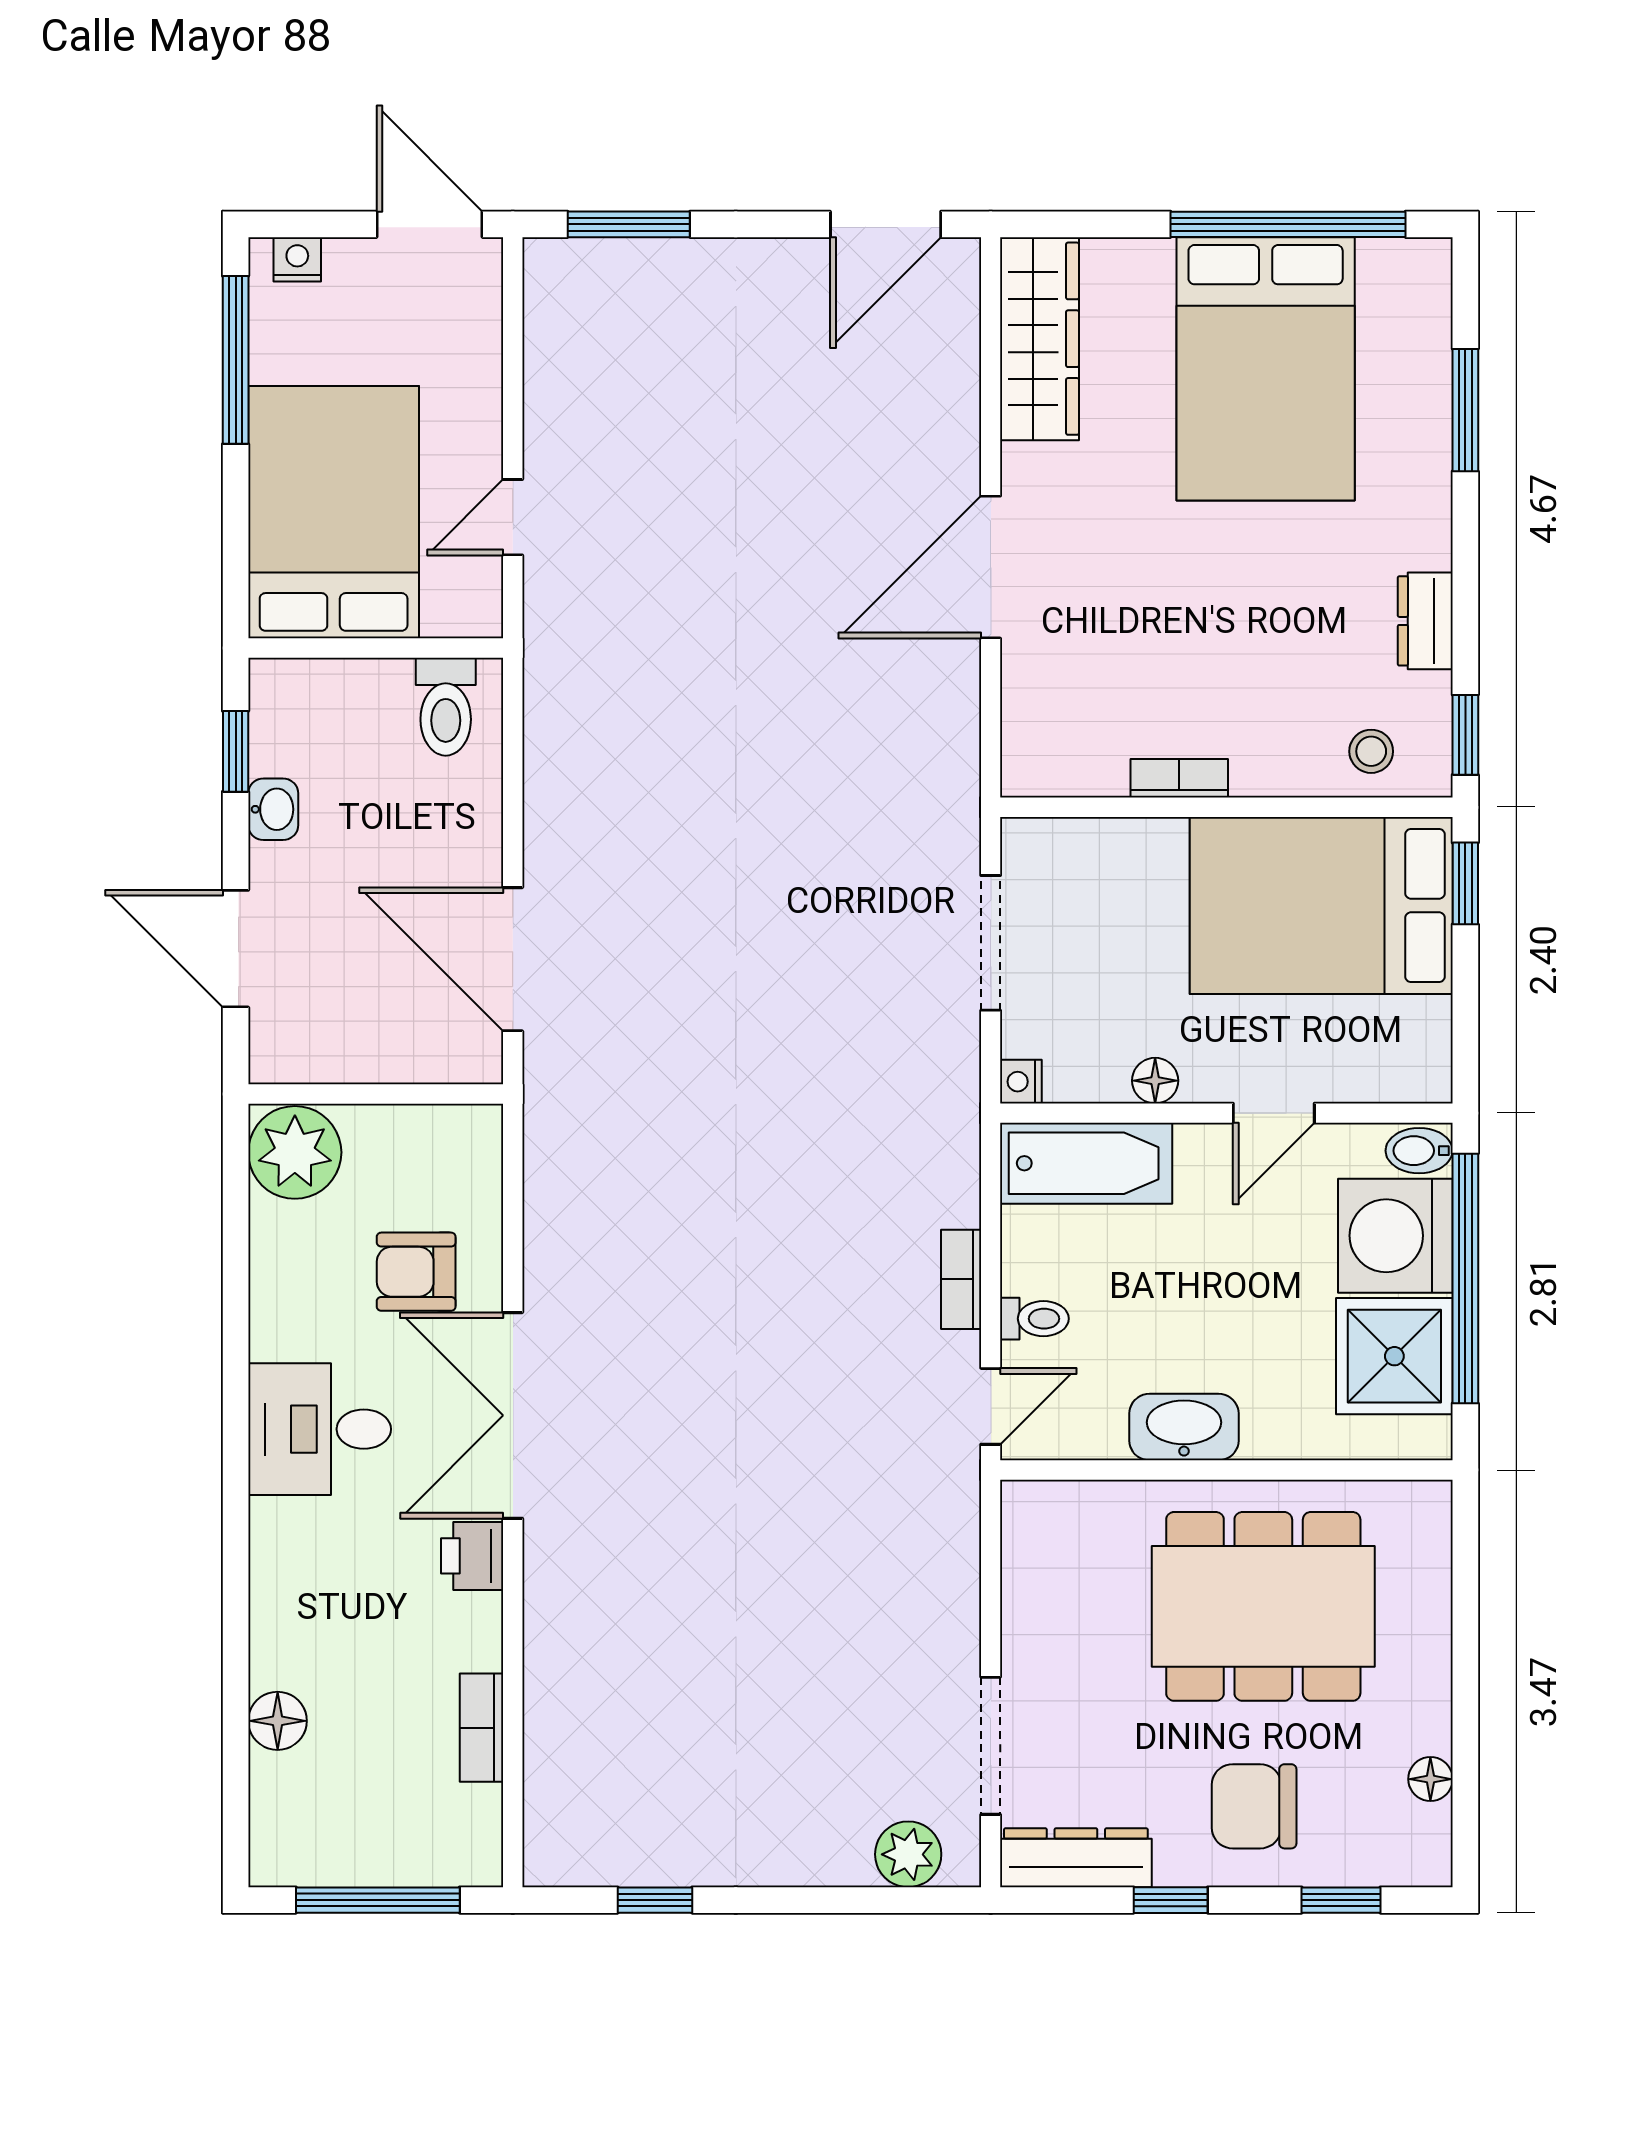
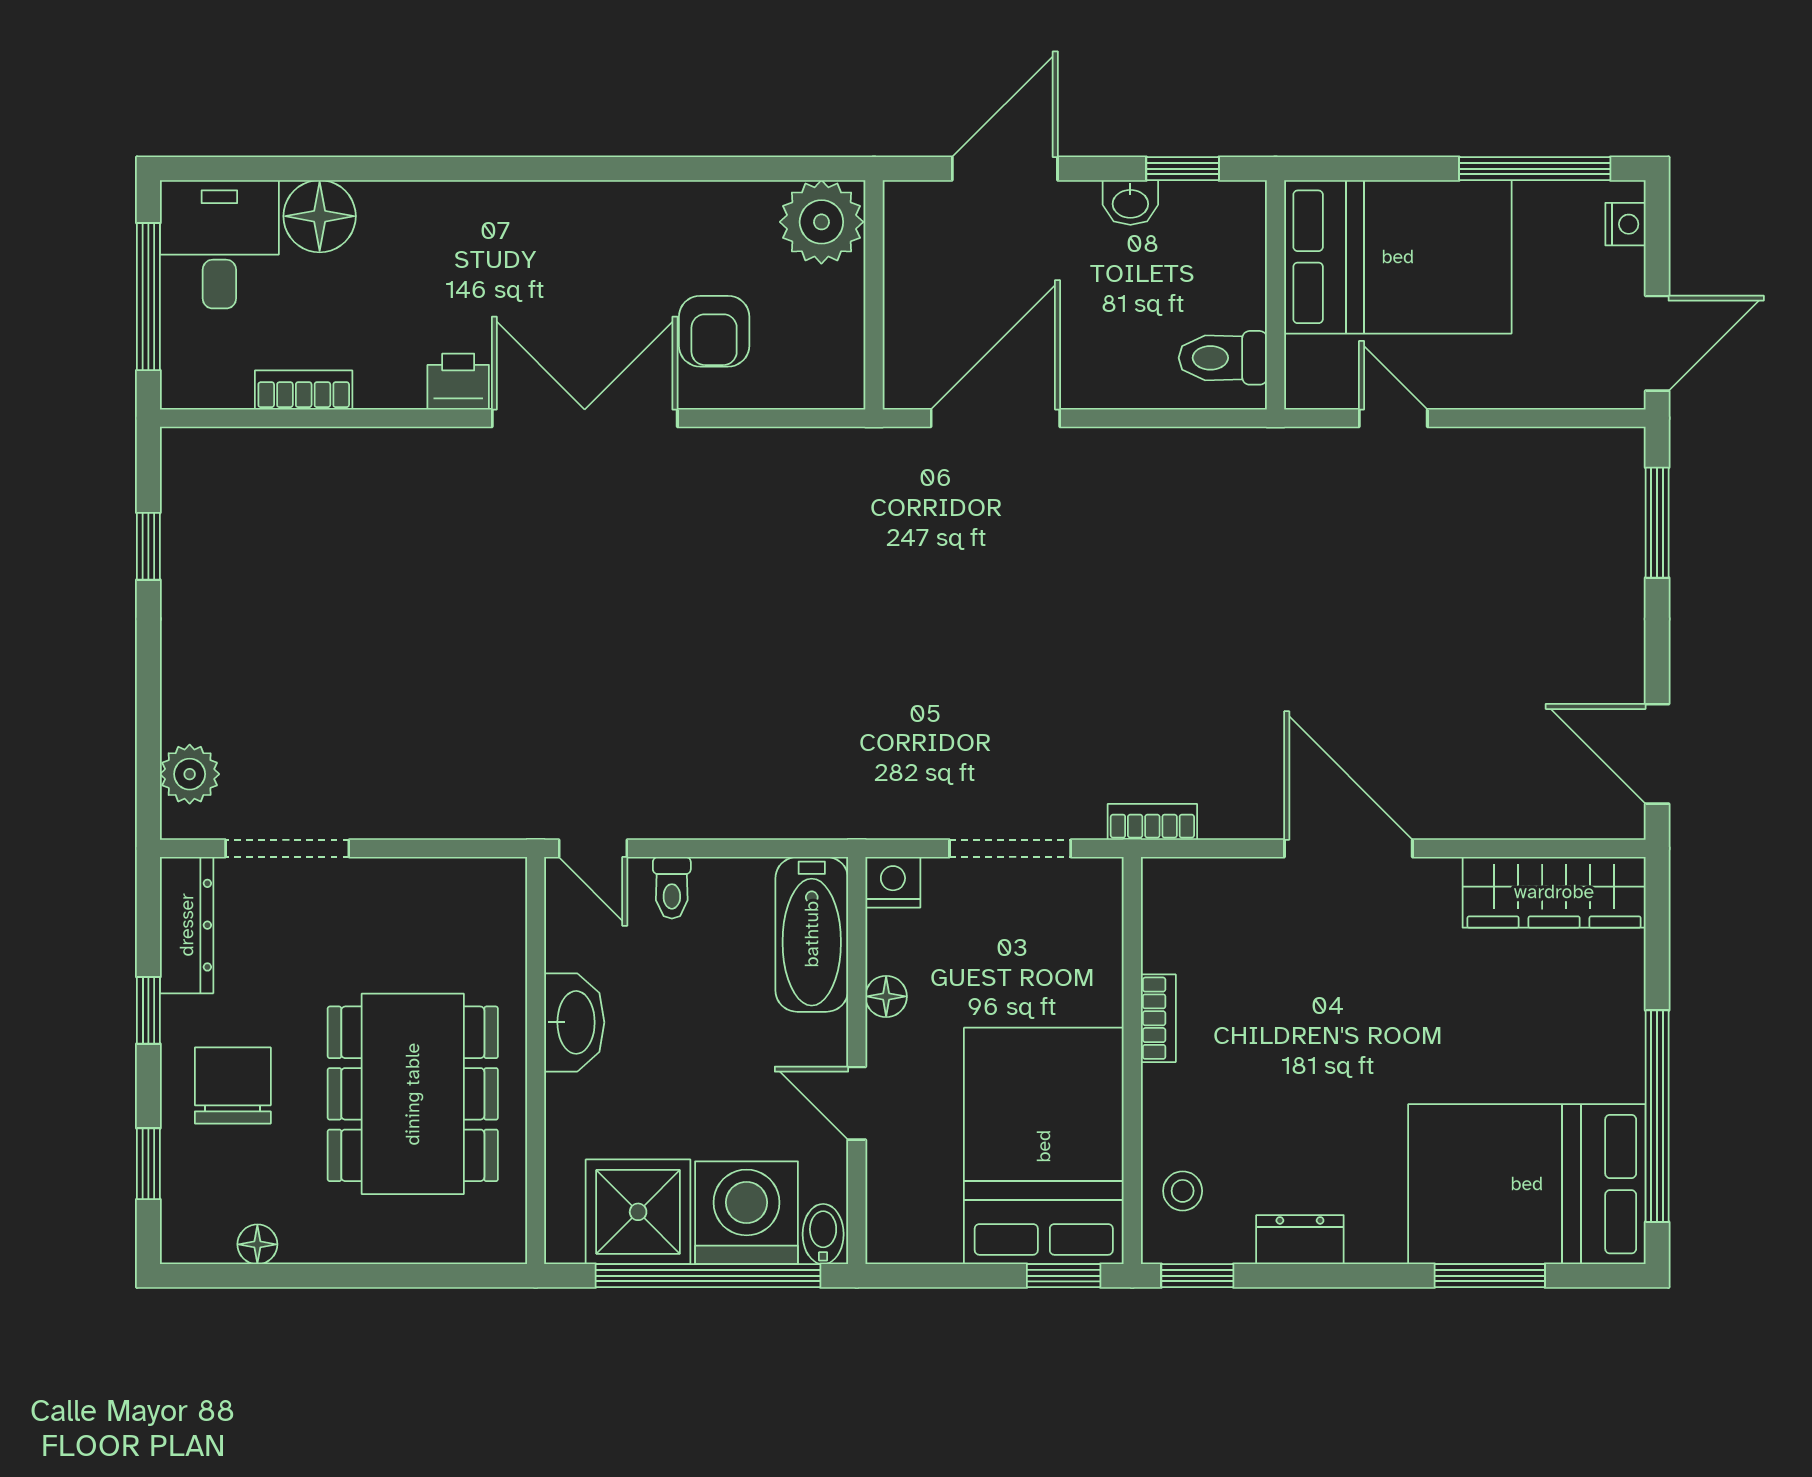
bed: (1266, 369) -> (1527, 1184), moved
nightstand: (1021, 1082) -> (893, 882), width x1.39, depth x1.35
armchair: (416, 1272) -> (714, 331), turned 180
bookcase: (961, 1279) -> (1152, 822), moved
desk: (320, 1429) -> (219, 244), moved
floor lamp: (278, 1721) -> (320, 216), width x1.38, depth x1.38

